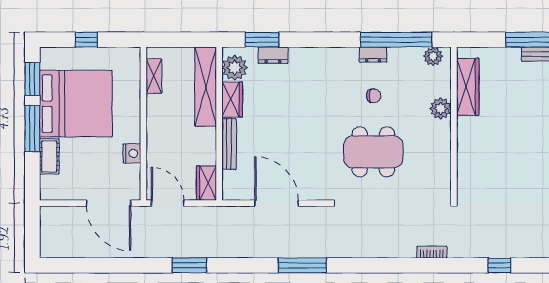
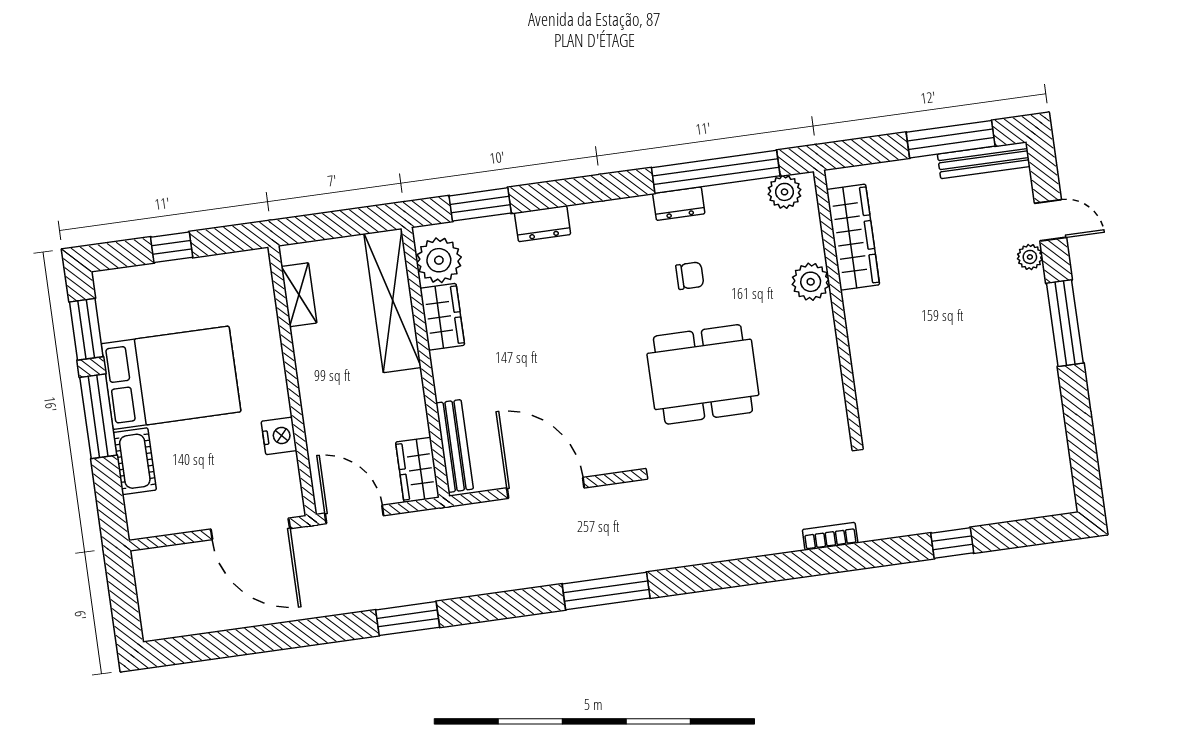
dresser: (273, 55) -> (543, 224), moved
bed: (76, 104) -> (171, 378), width x0.73
bench: (229, 144) -> (455, 446), moved

